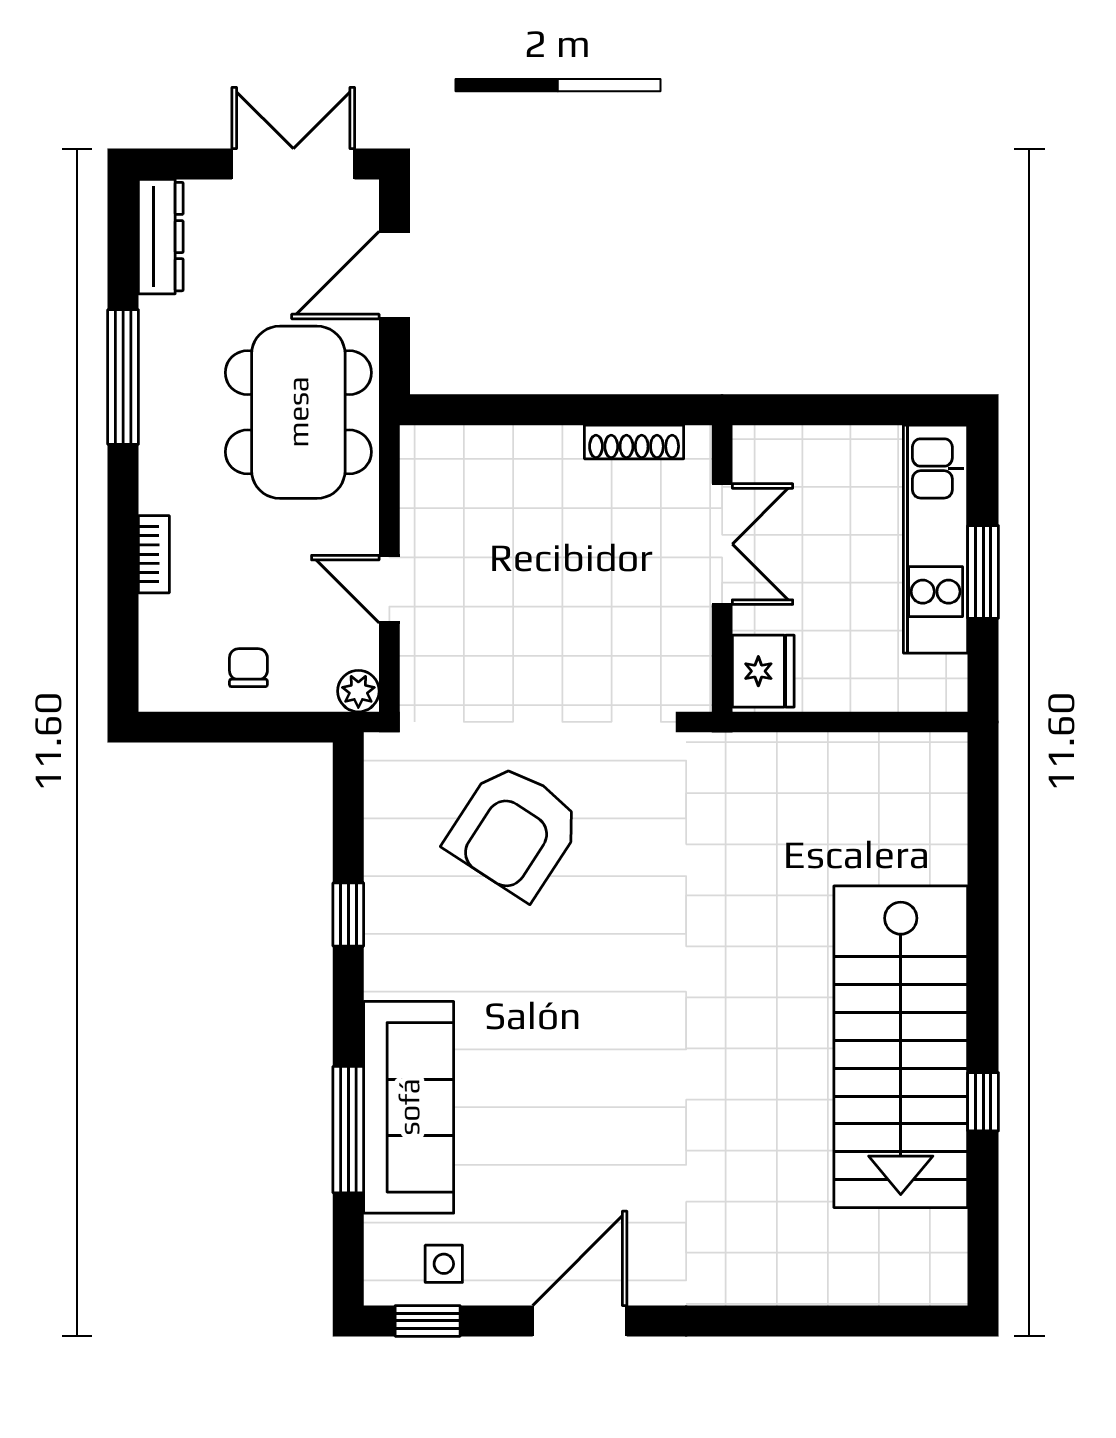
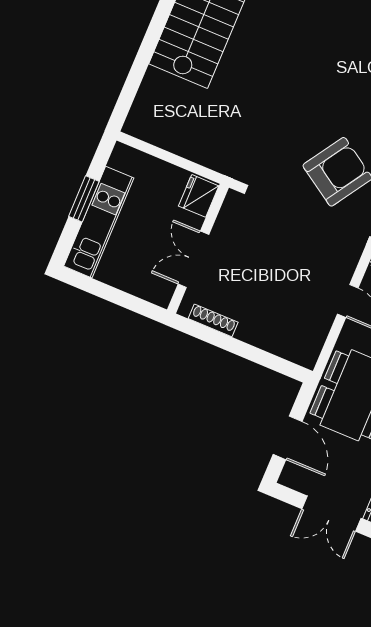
double door: (293, 164) -> (331, 514), moved
door: (394, 275) -> (288, 438), hinge flipped

